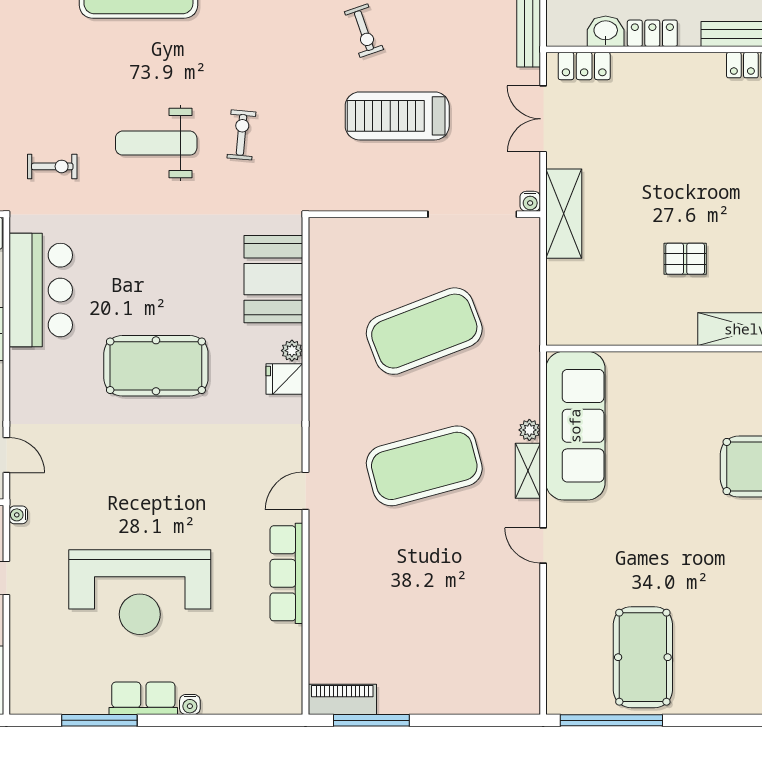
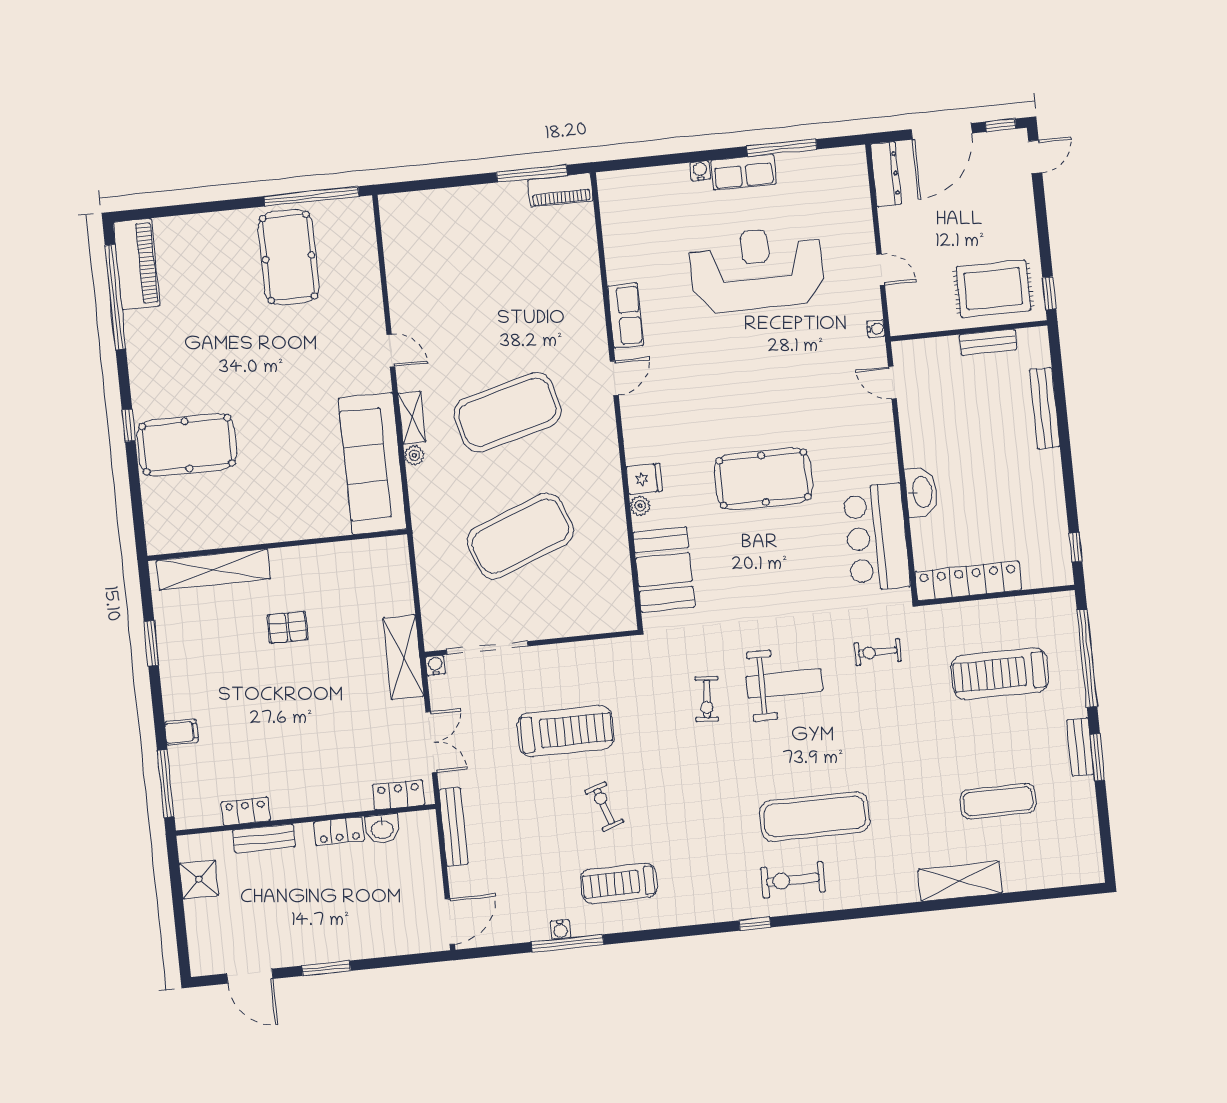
row of seats: (286, 573) -> (626, 315), width x0.68

